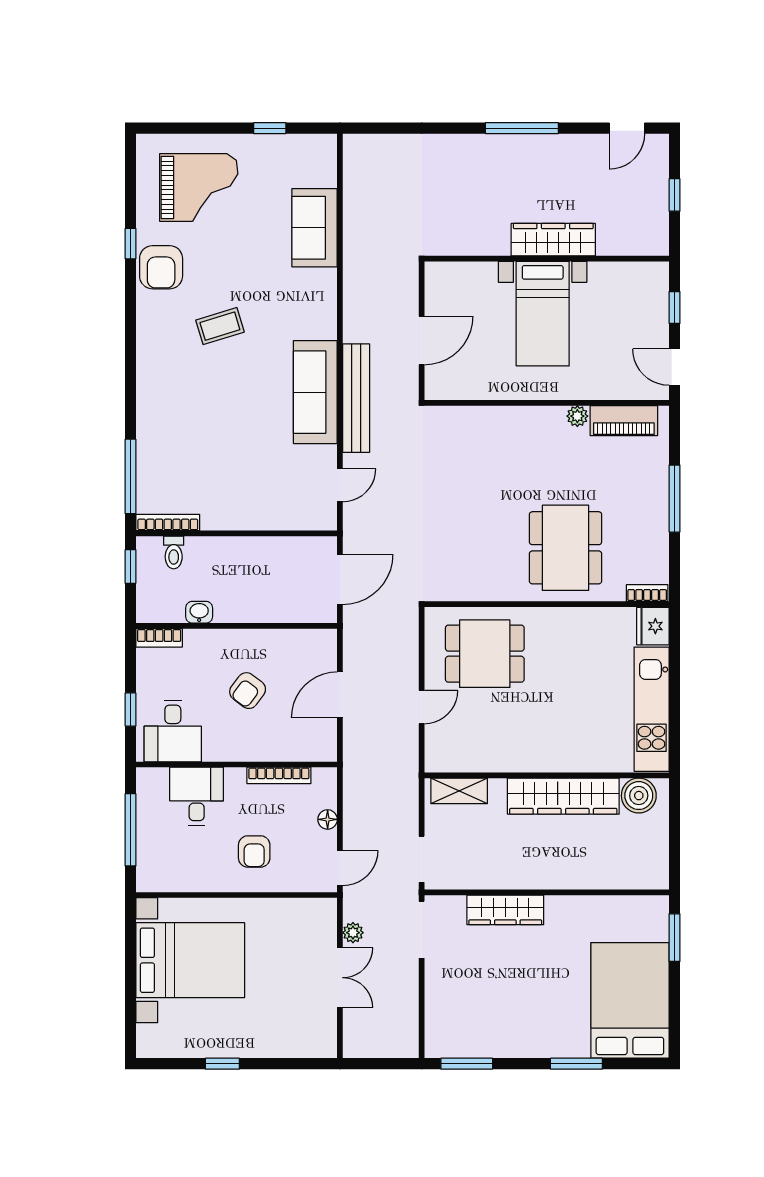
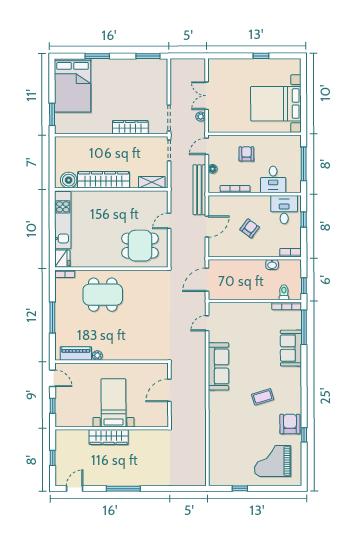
sofa: (315, 228) -> (291, 348), moved, turned 180
bench: (356, 398) -> (199, 190), moved
dining table: (566, 548) -> (103, 295), turned 90

